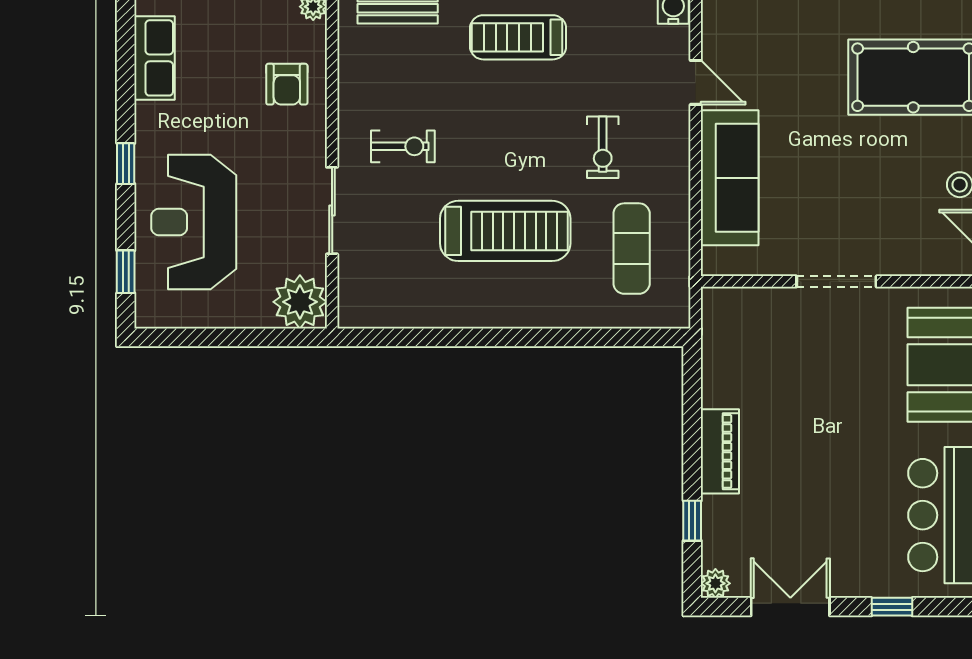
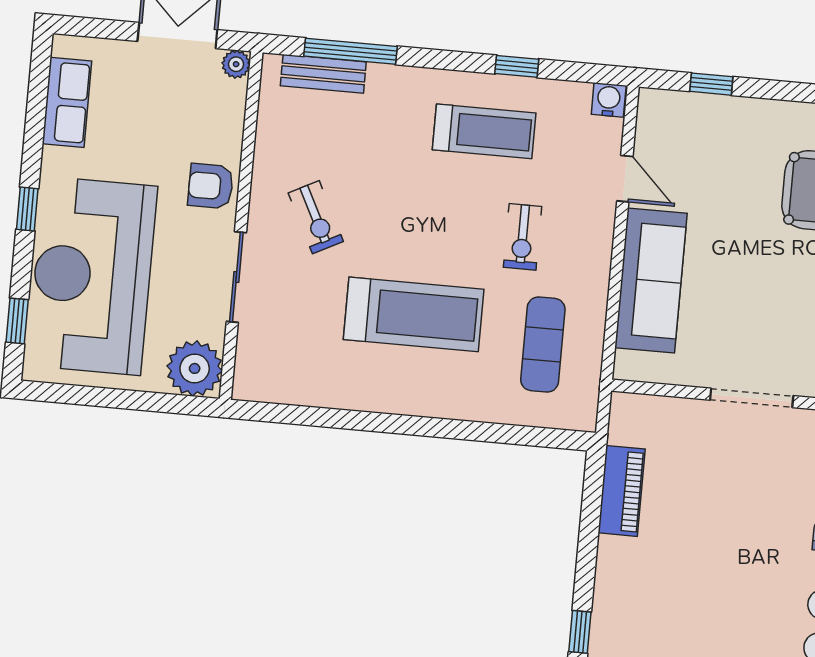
treadmill: (518, 37) -> (484, 131), moved, turned 180
armchair: (287, 84) -> (211, 186), moved, turned 90
exercise bike: (403, 146) -> (316, 217), turned 63
reception desk: (194, 222) -> (92, 276), width x1.36, depth x1.30
piano: (720, 451) -> (622, 491), moved

